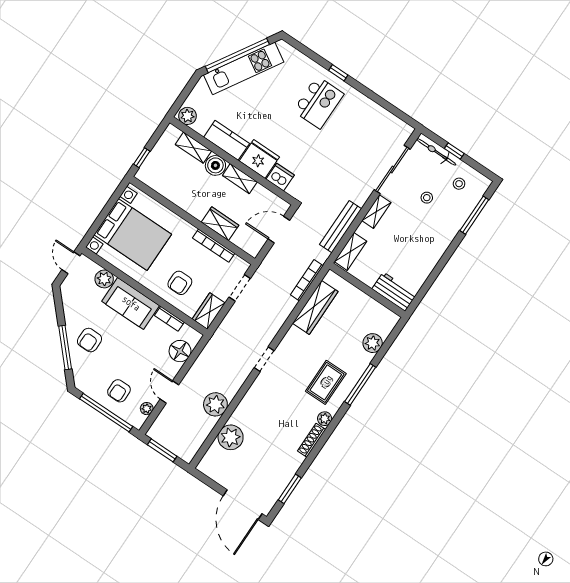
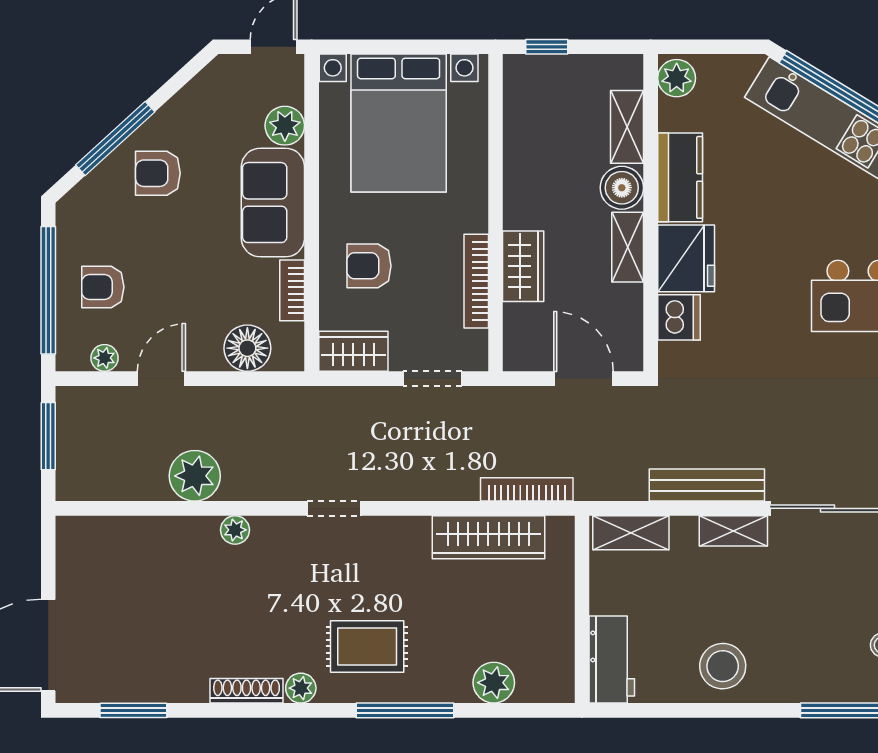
stool: (427, 198) -> (723, 666), moved, width x1.89, depth x1.89
bench: (341, 227) -> (707, 485), moved
plant: (231, 437) -> (235, 530), moved, width x0.53, depth x0.53

